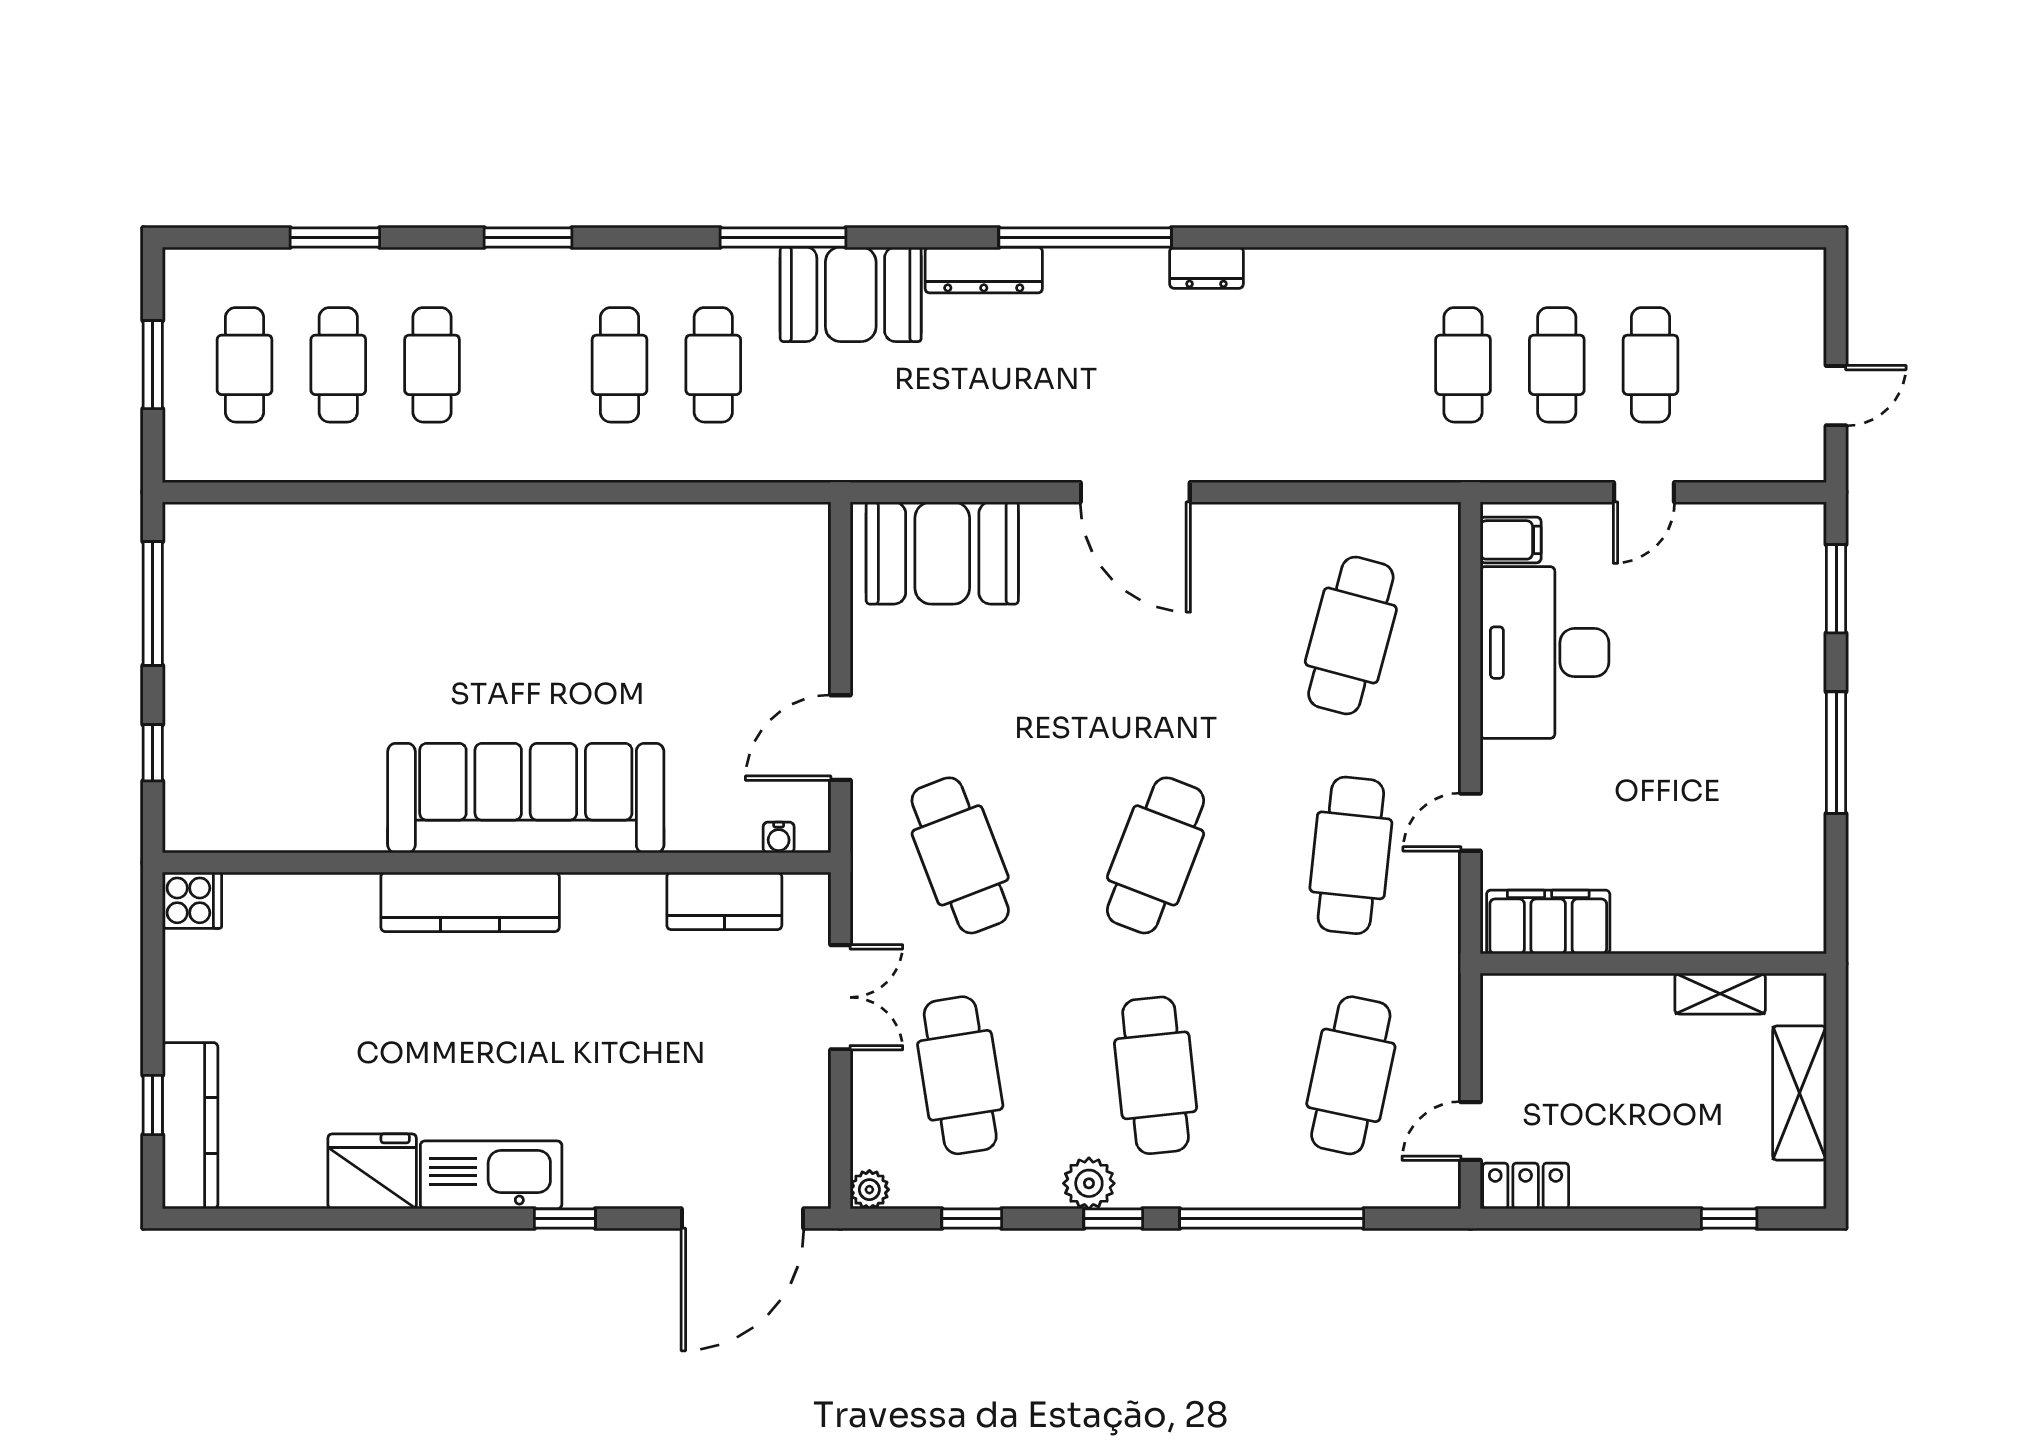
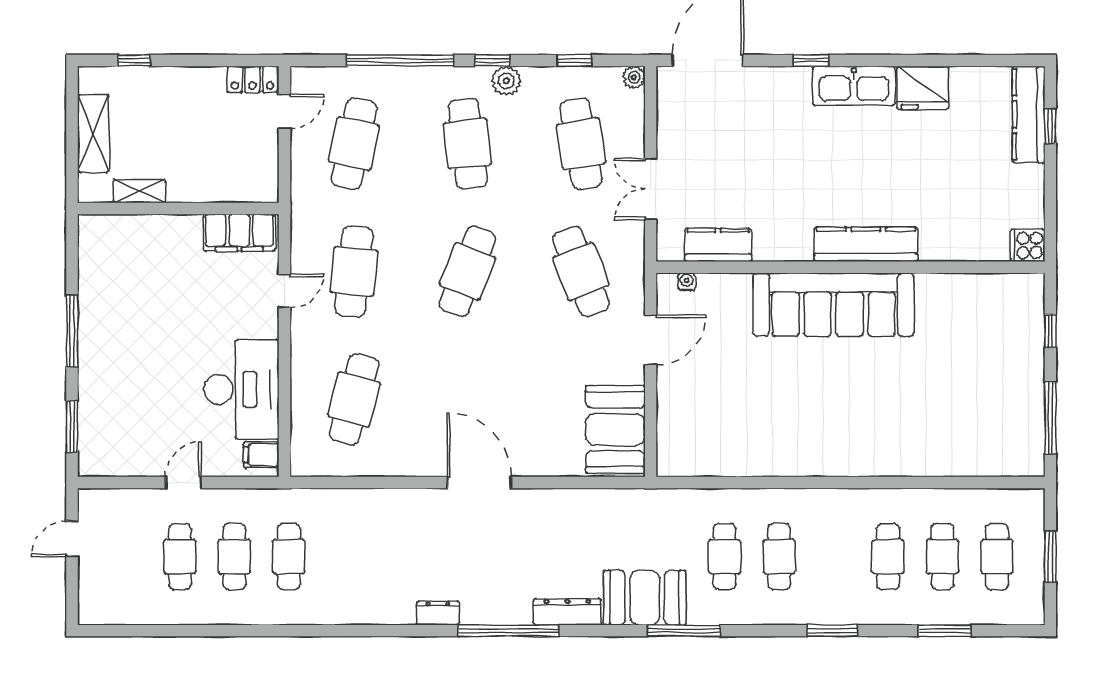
booth: (942, 553) -> (615, 430), moved, turned 90

